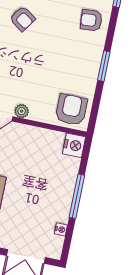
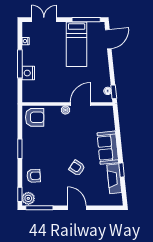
armchair: (71, 110) -> (35, 117), turned -90
nightstand: (74, 145) -> (28, 73), moved

